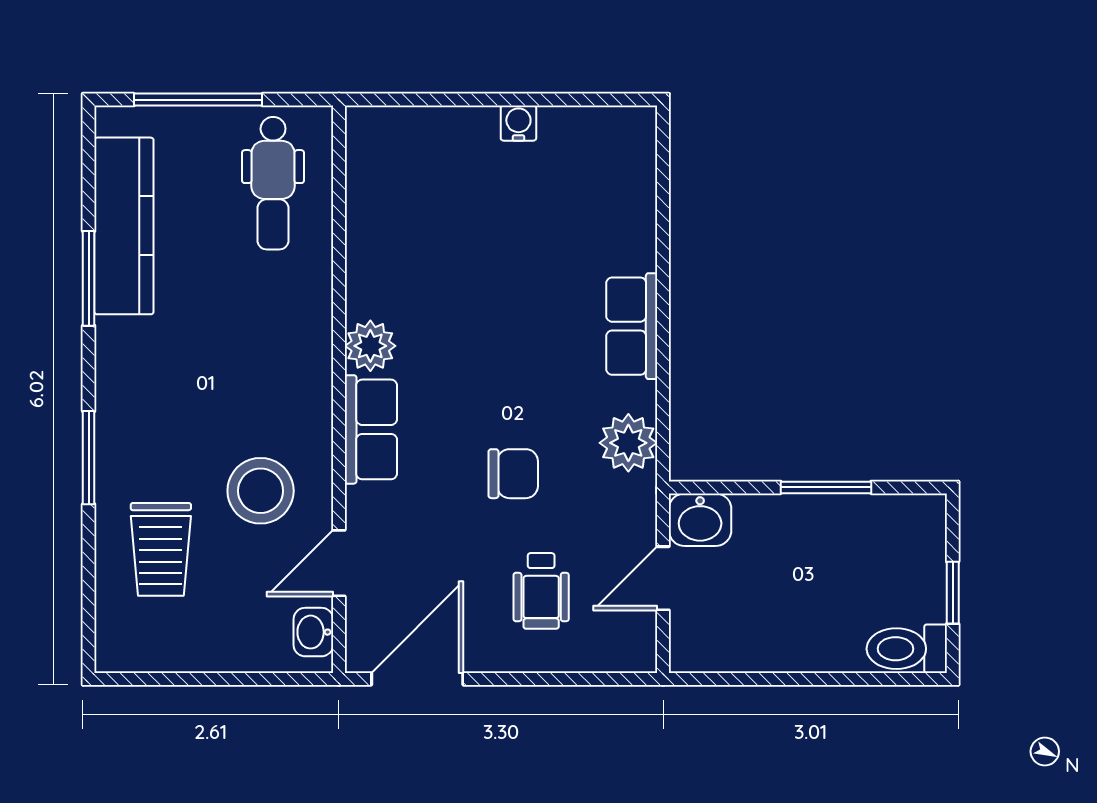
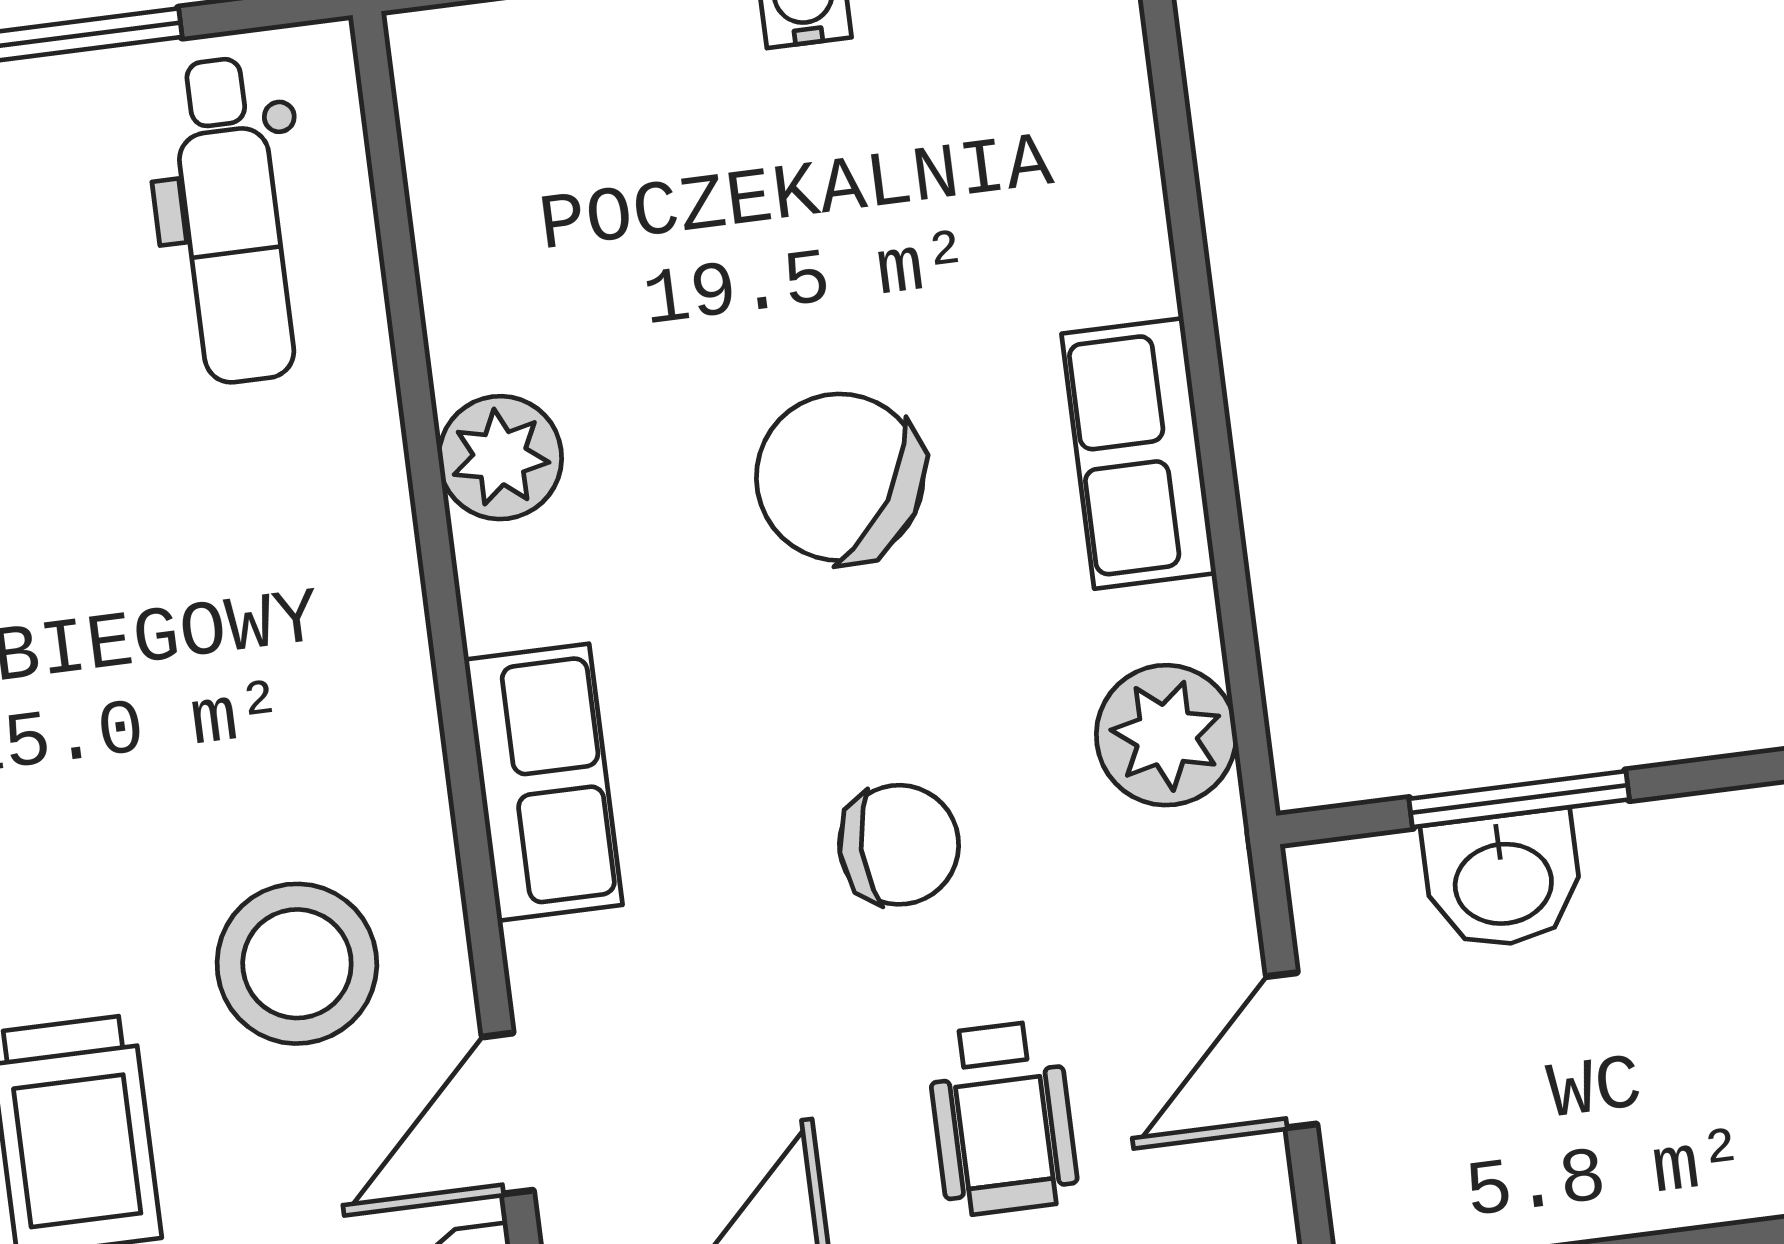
chair: (508, 320) -> (840, 477), added
plant: (370, 346) -> (500, 458), moved
window: (826, 487) -> (1519, 799), moved
washbasin: (700, 520) -> (1503, 880), moved

